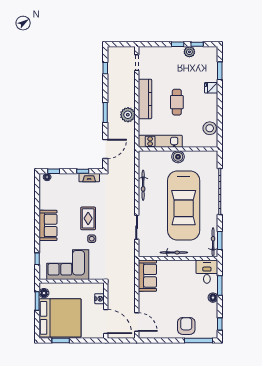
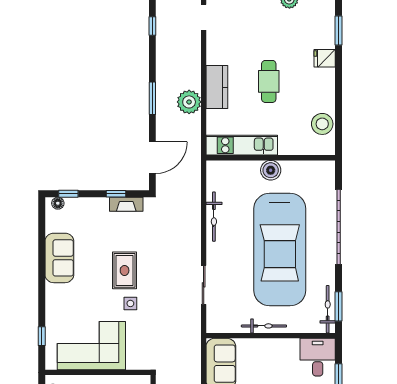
kitchen counter: (145, 99) -> (217, 87), width x0.67
sofa: (48, 225) -> (59, 258), moved

